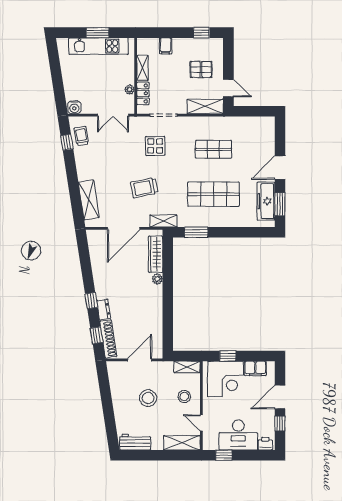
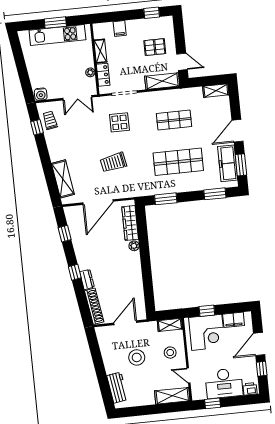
shelving: (163, 221) -> (216, 91), moved
window: (249, 232) -> (215, 194), added
window: (97, 335) -> (65, 234), moved
workbench: (135, 442) -> (117, 388), moved, turned 81

